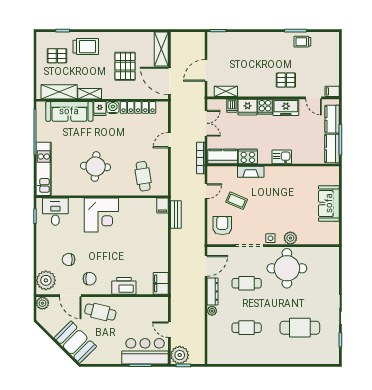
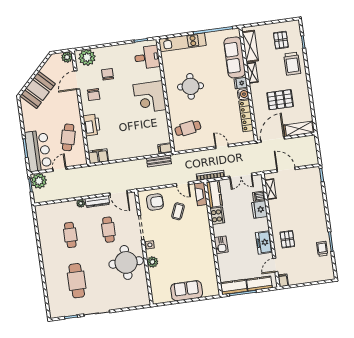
cooker: (265, 107) -> (262, 224), removed
fireplace: (251, 172) -> (201, 194), moved
cafe table: (100, 312) -> (68, 137), moved

